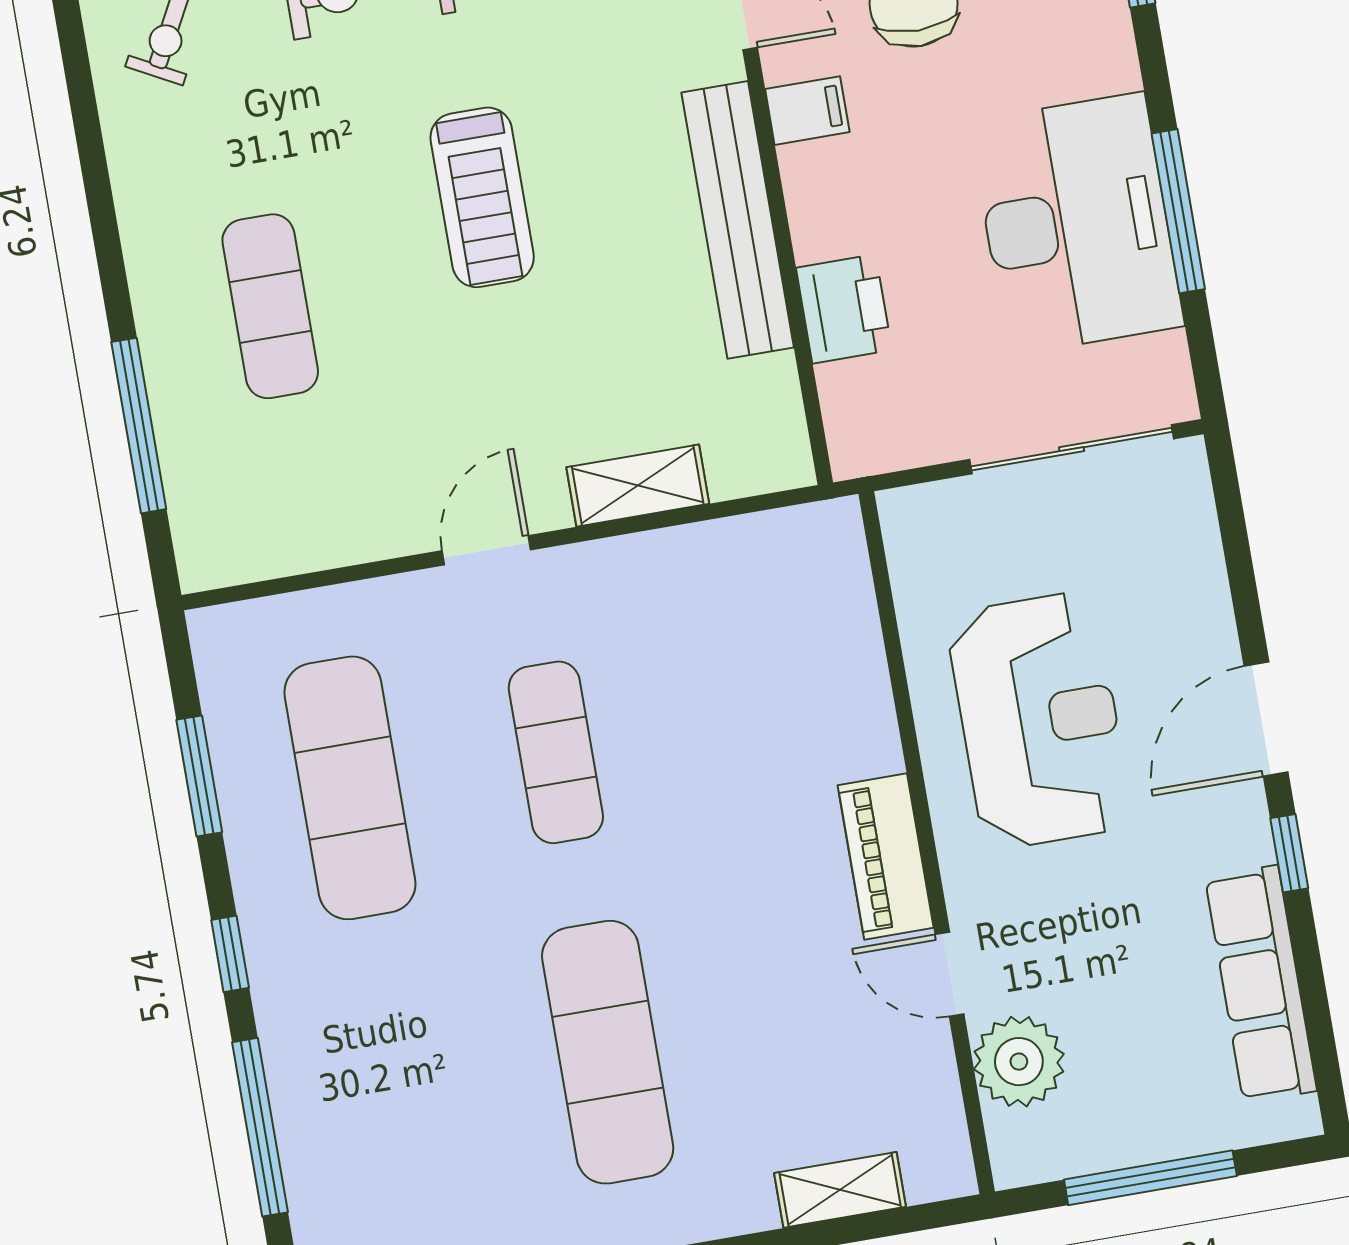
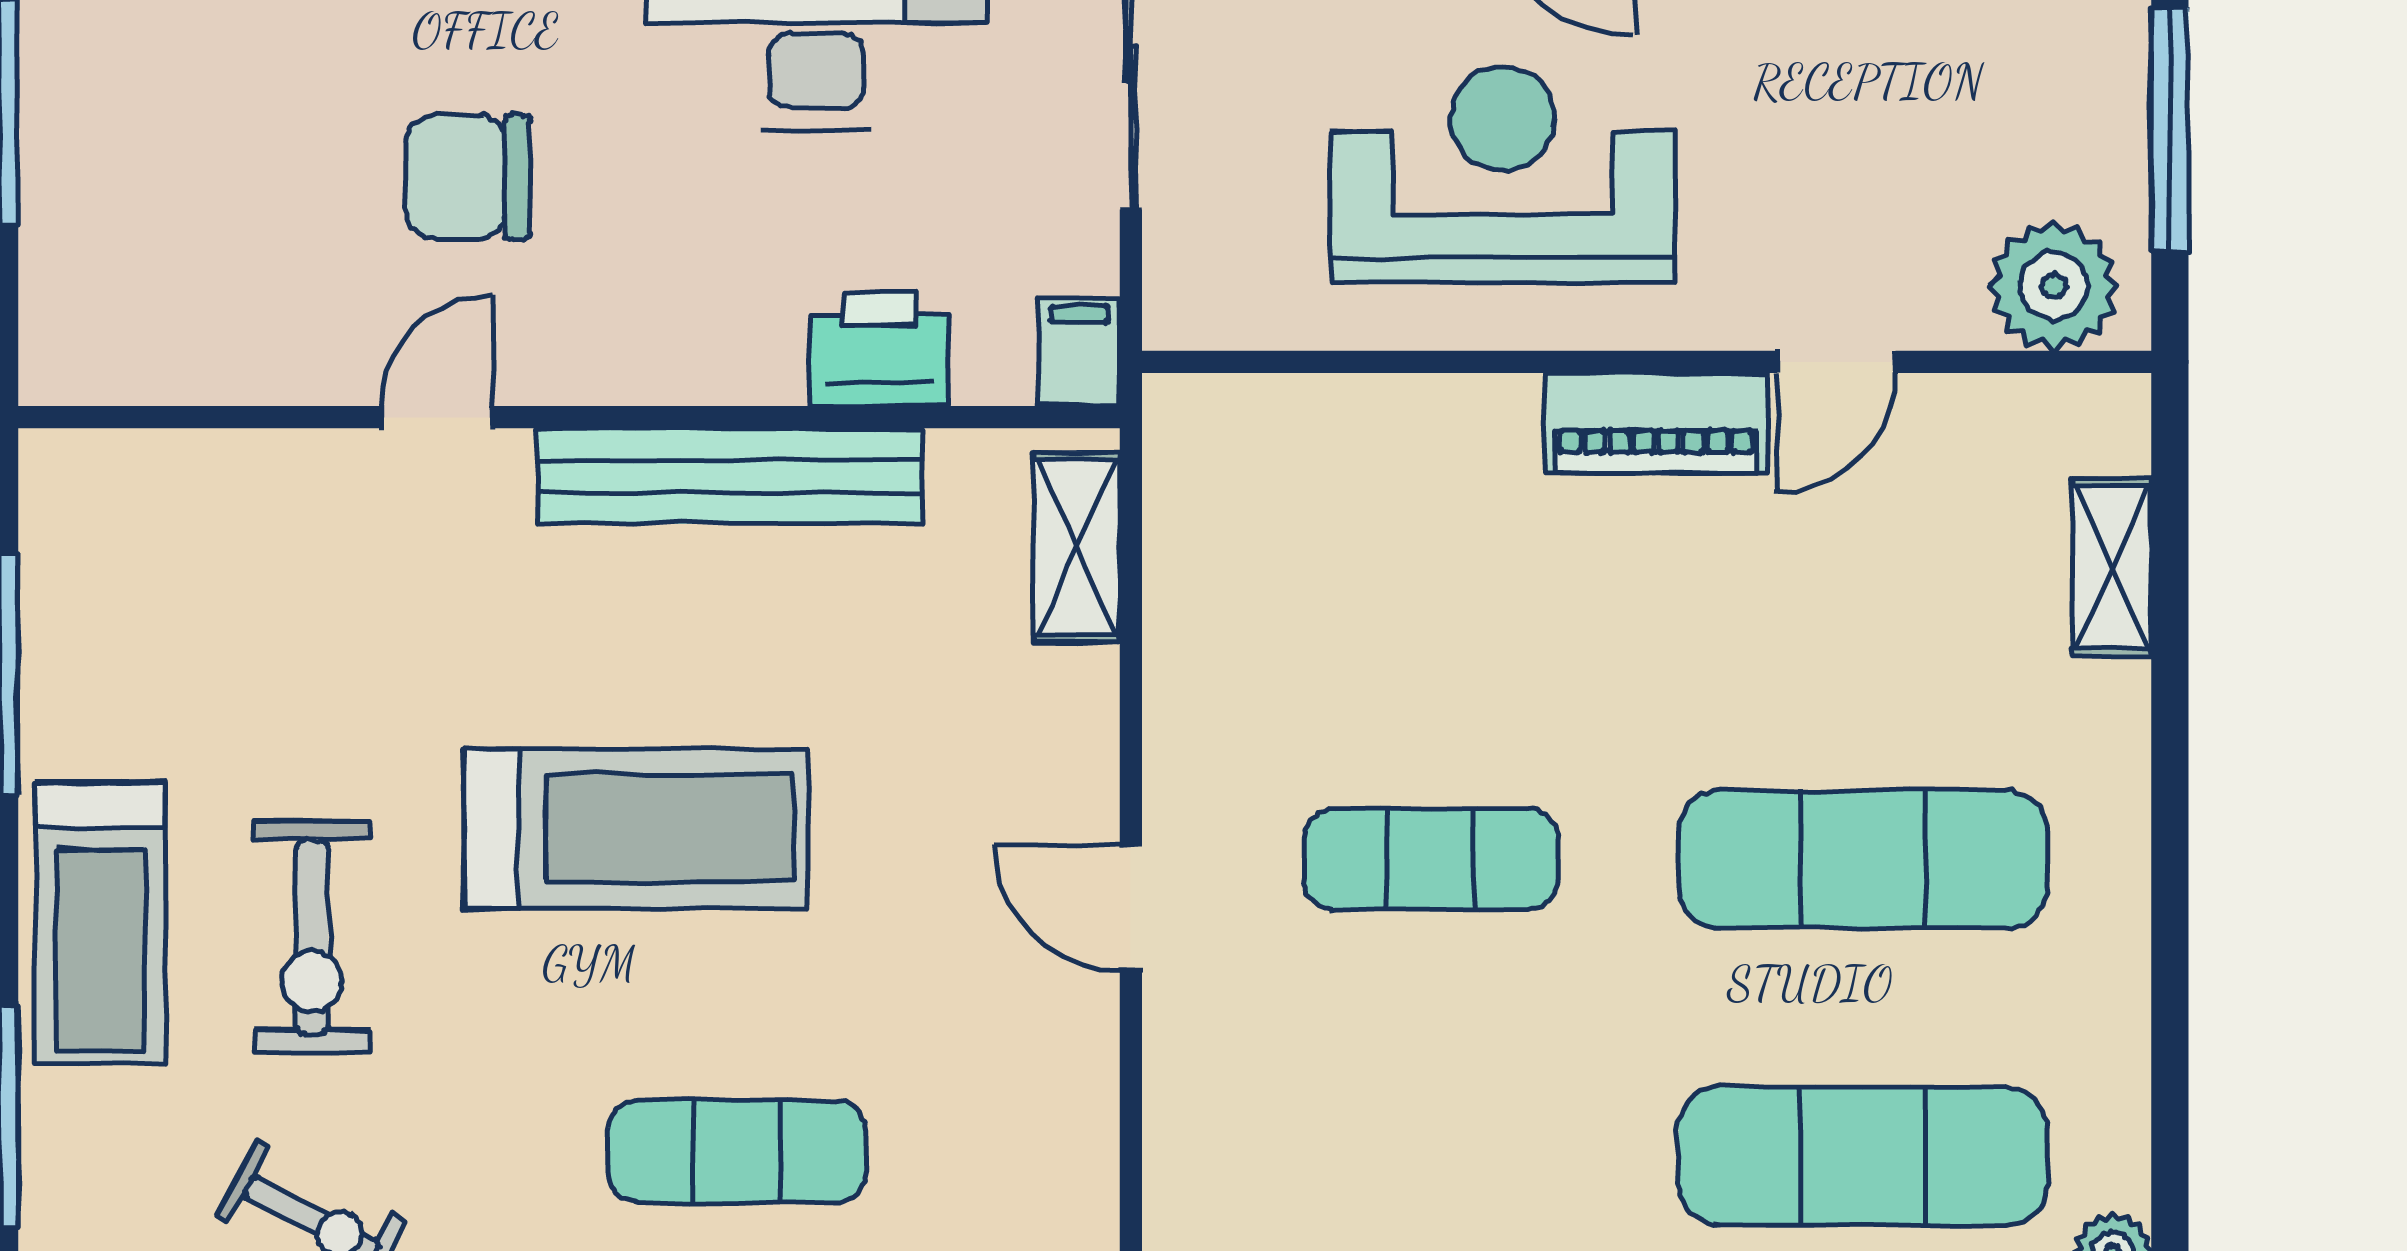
filing cabinet: (807, 111) -> (1079, 352), moved
treadmill: (482, 197) -> (636, 828), width x1.37, depth x1.38
shelving: (638, 486) -> (1077, 547), moved
exercise mat: (350, 788) -> (1863, 1156), moved
plant: (1019, 1062) -> (2054, 286), moved

